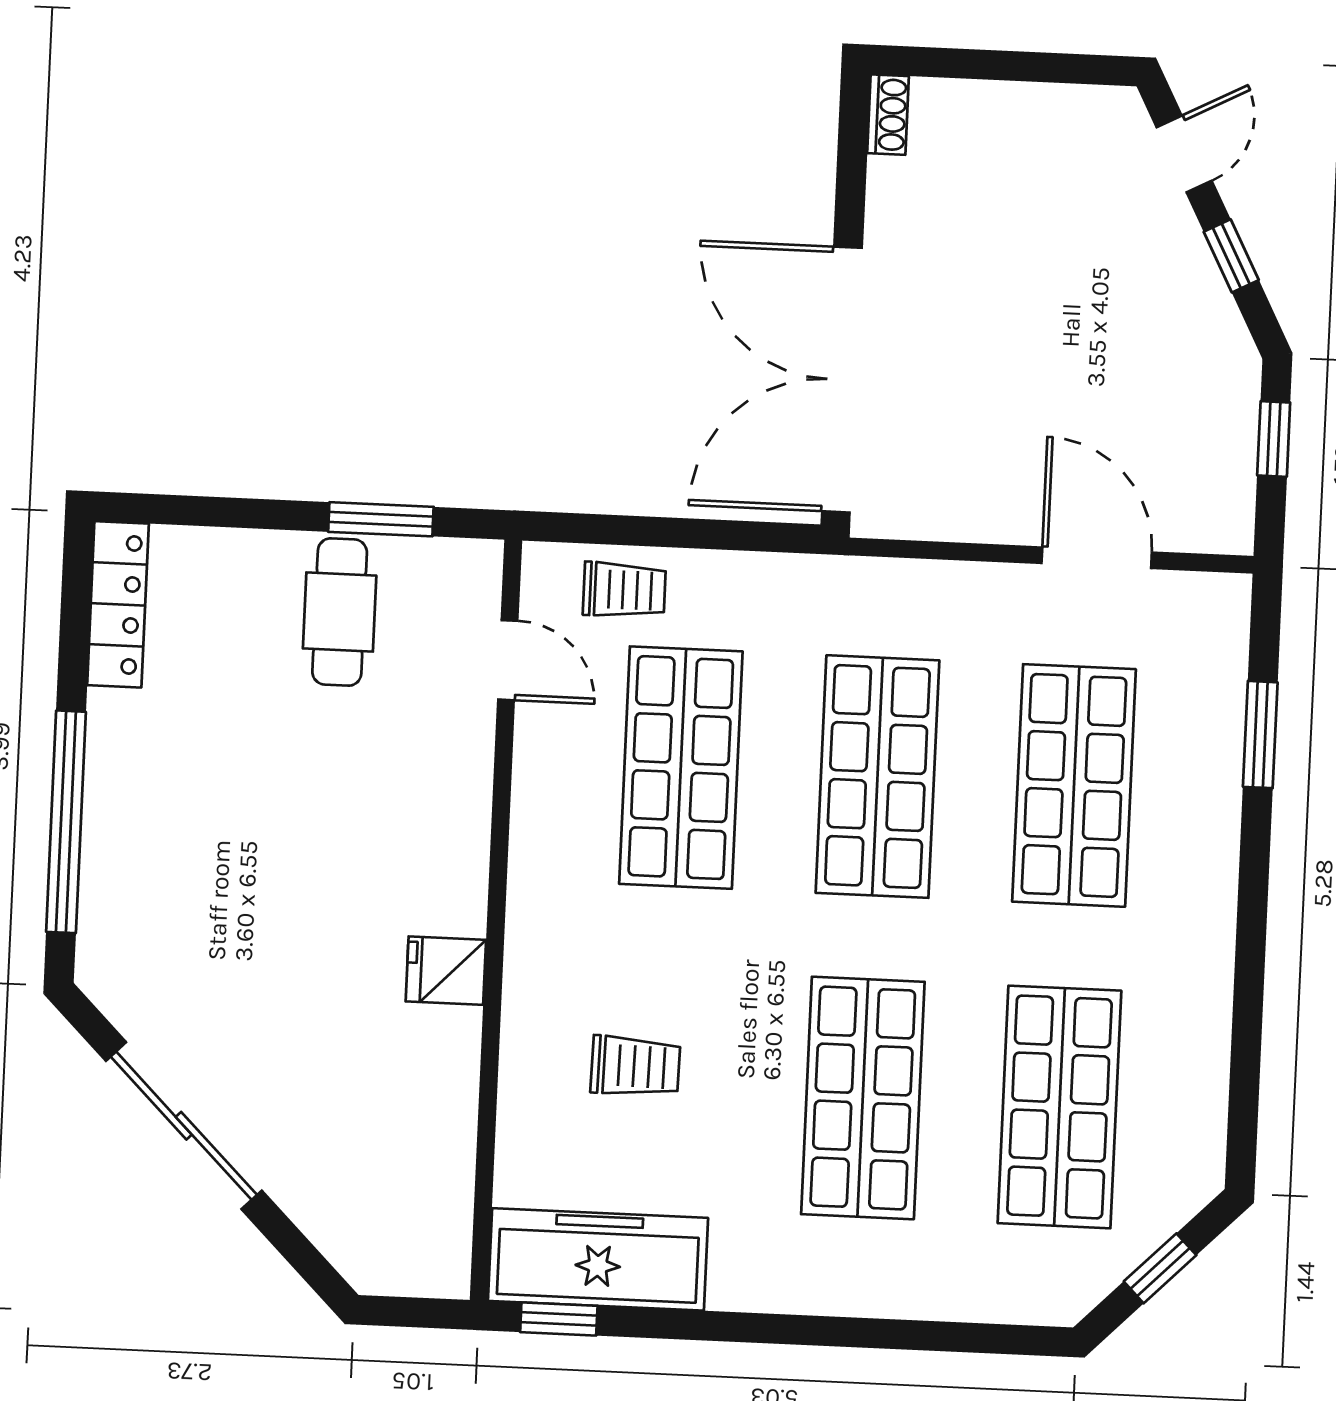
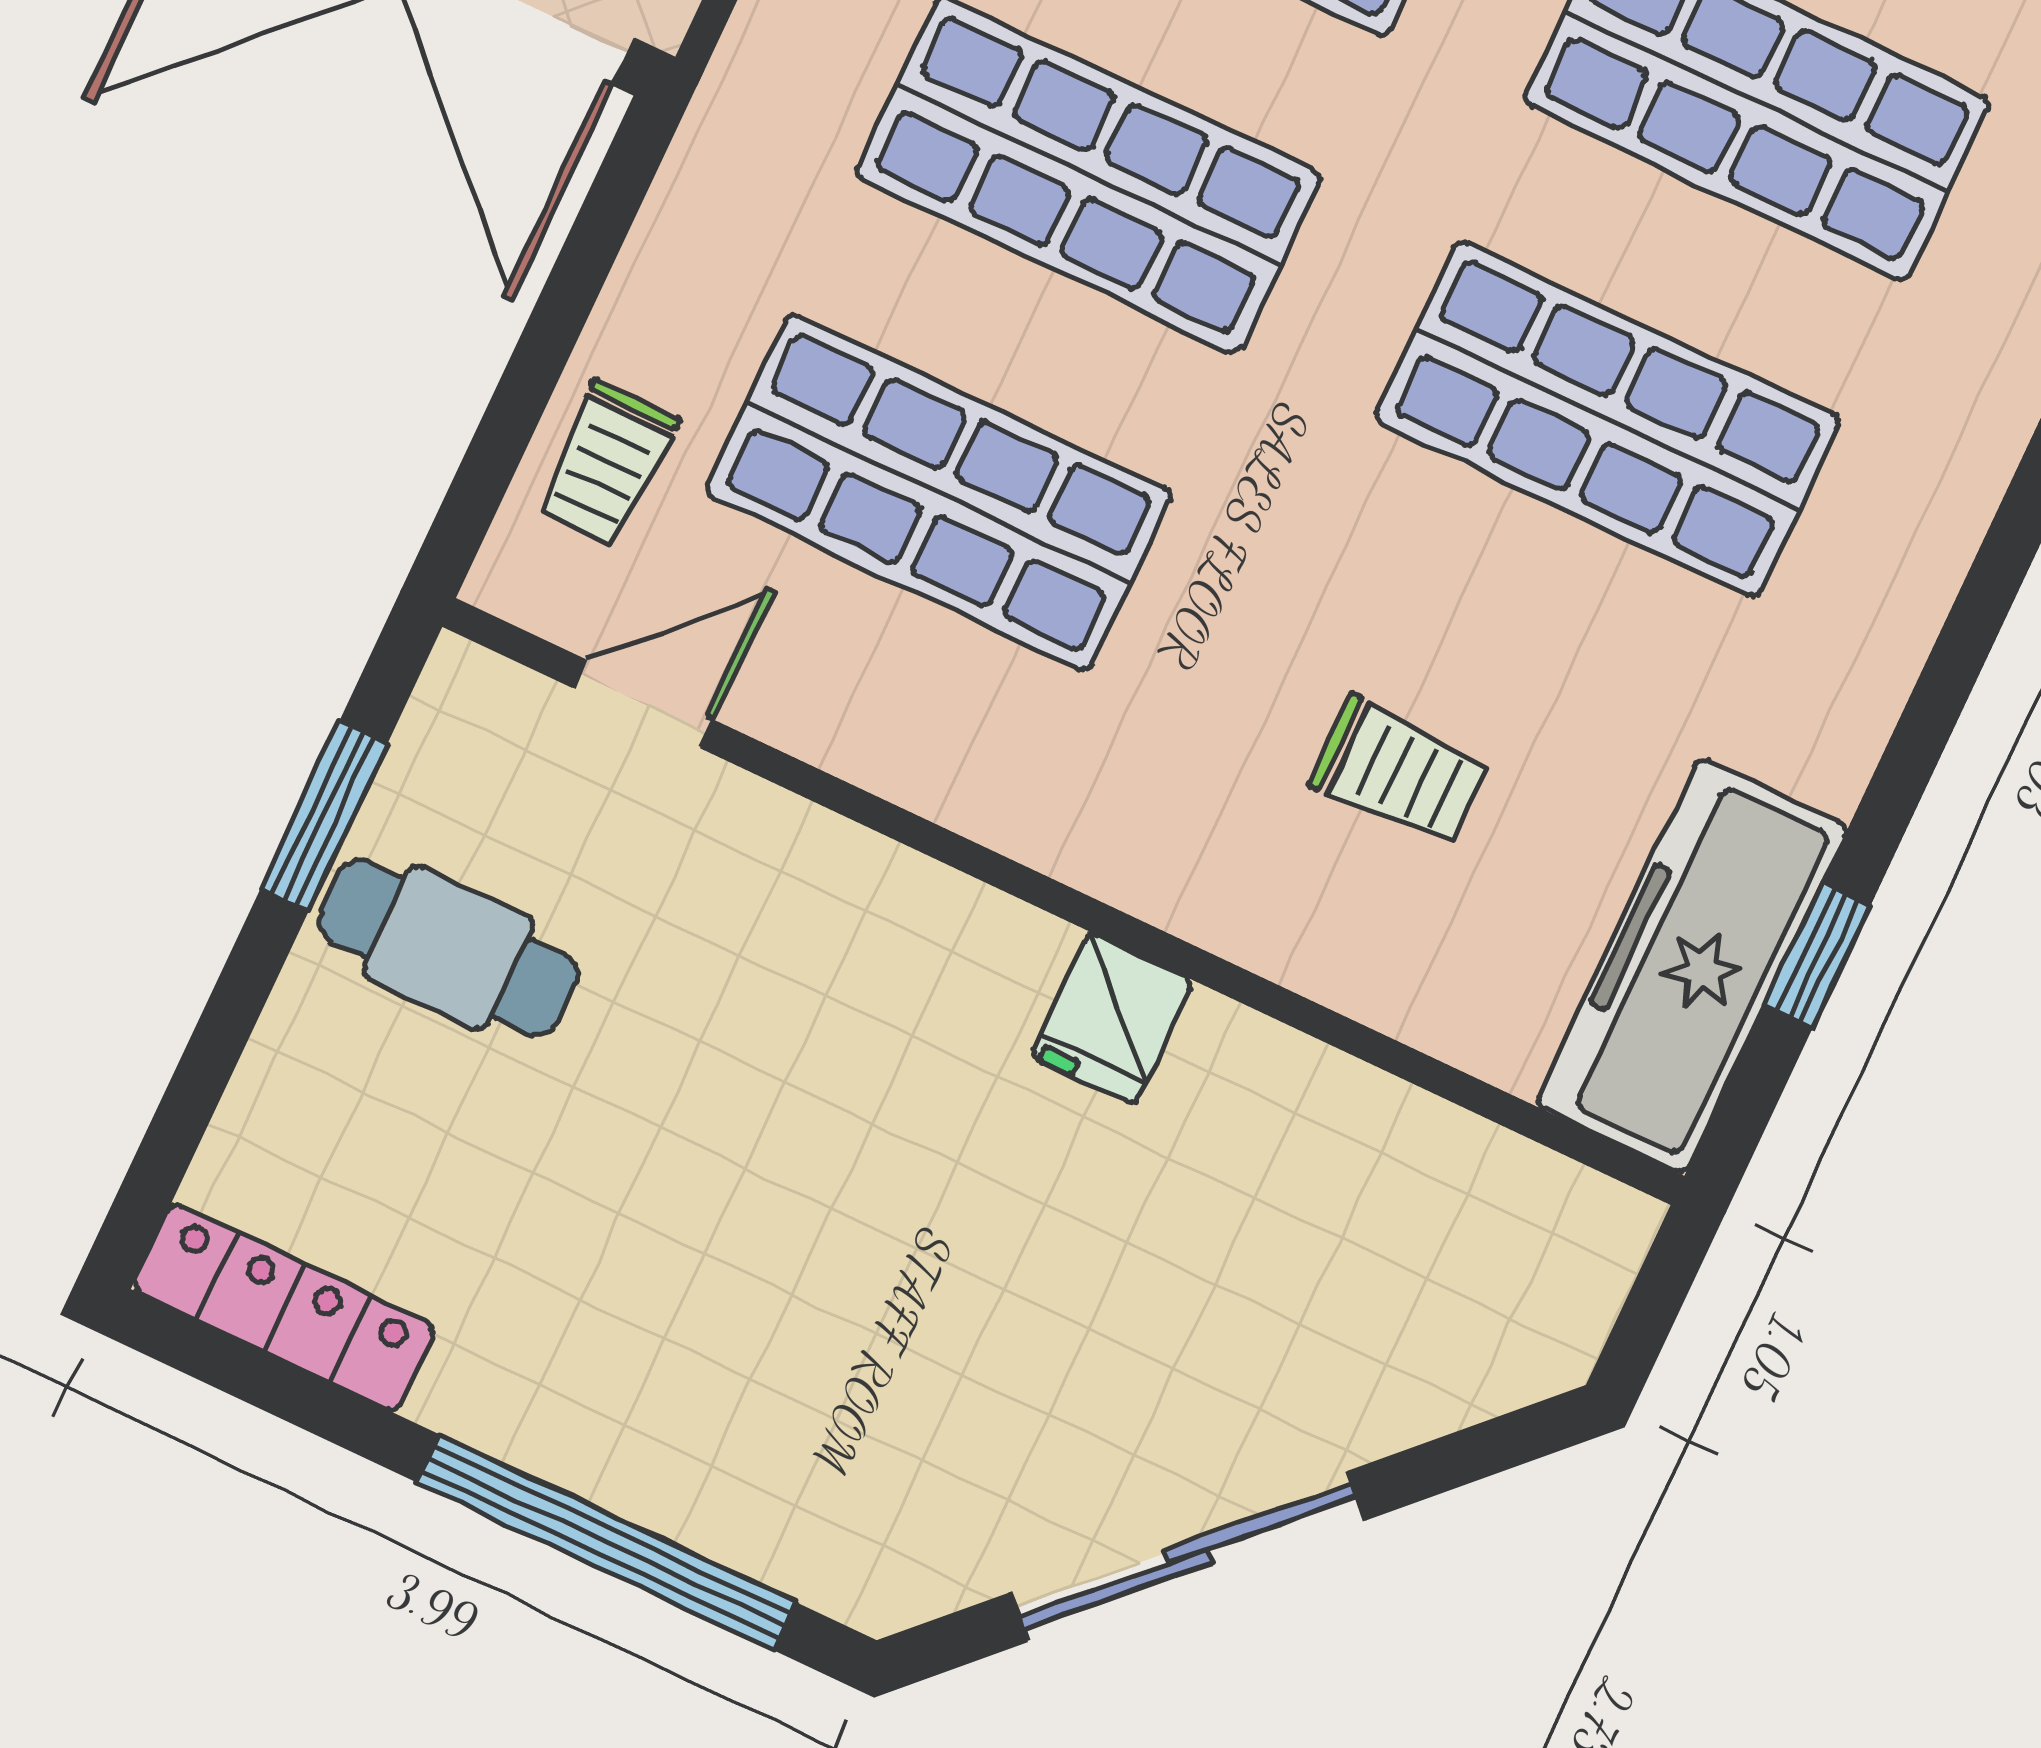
trolley: (624, 590) -> (607, 464), turned 180
trolley: (635, 1066) -> (1399, 772), turned 89
window: (559, 1319) -> (1818, 955), moved

